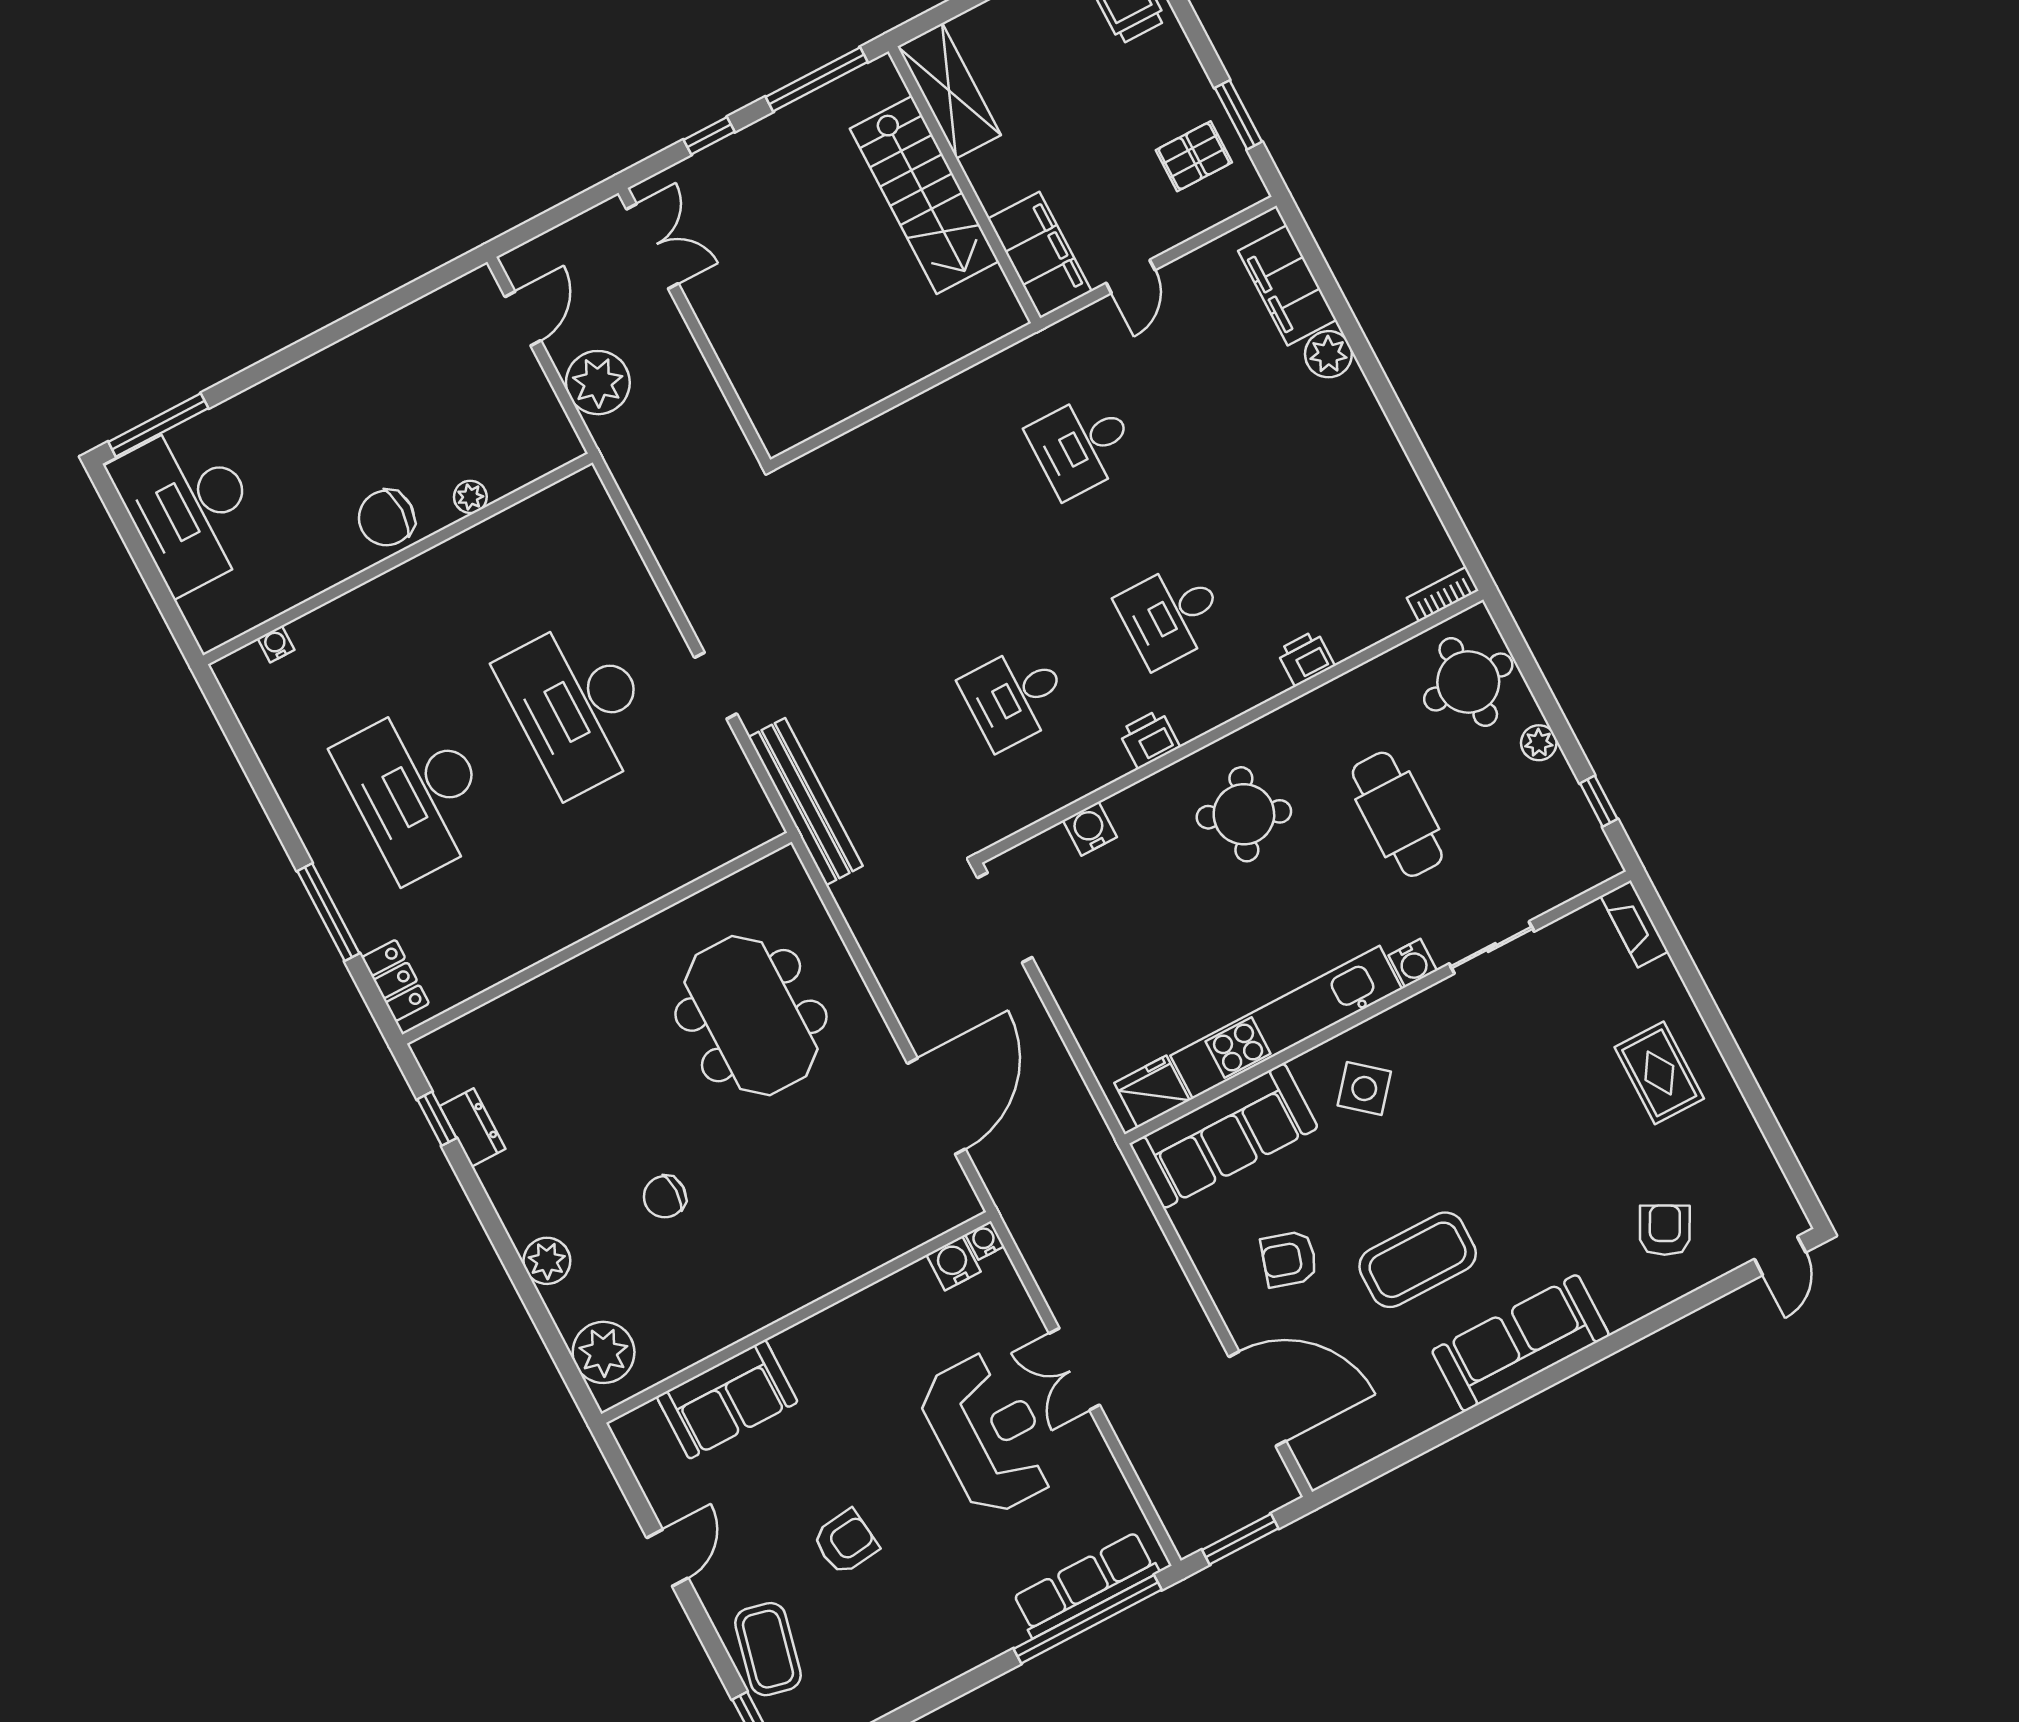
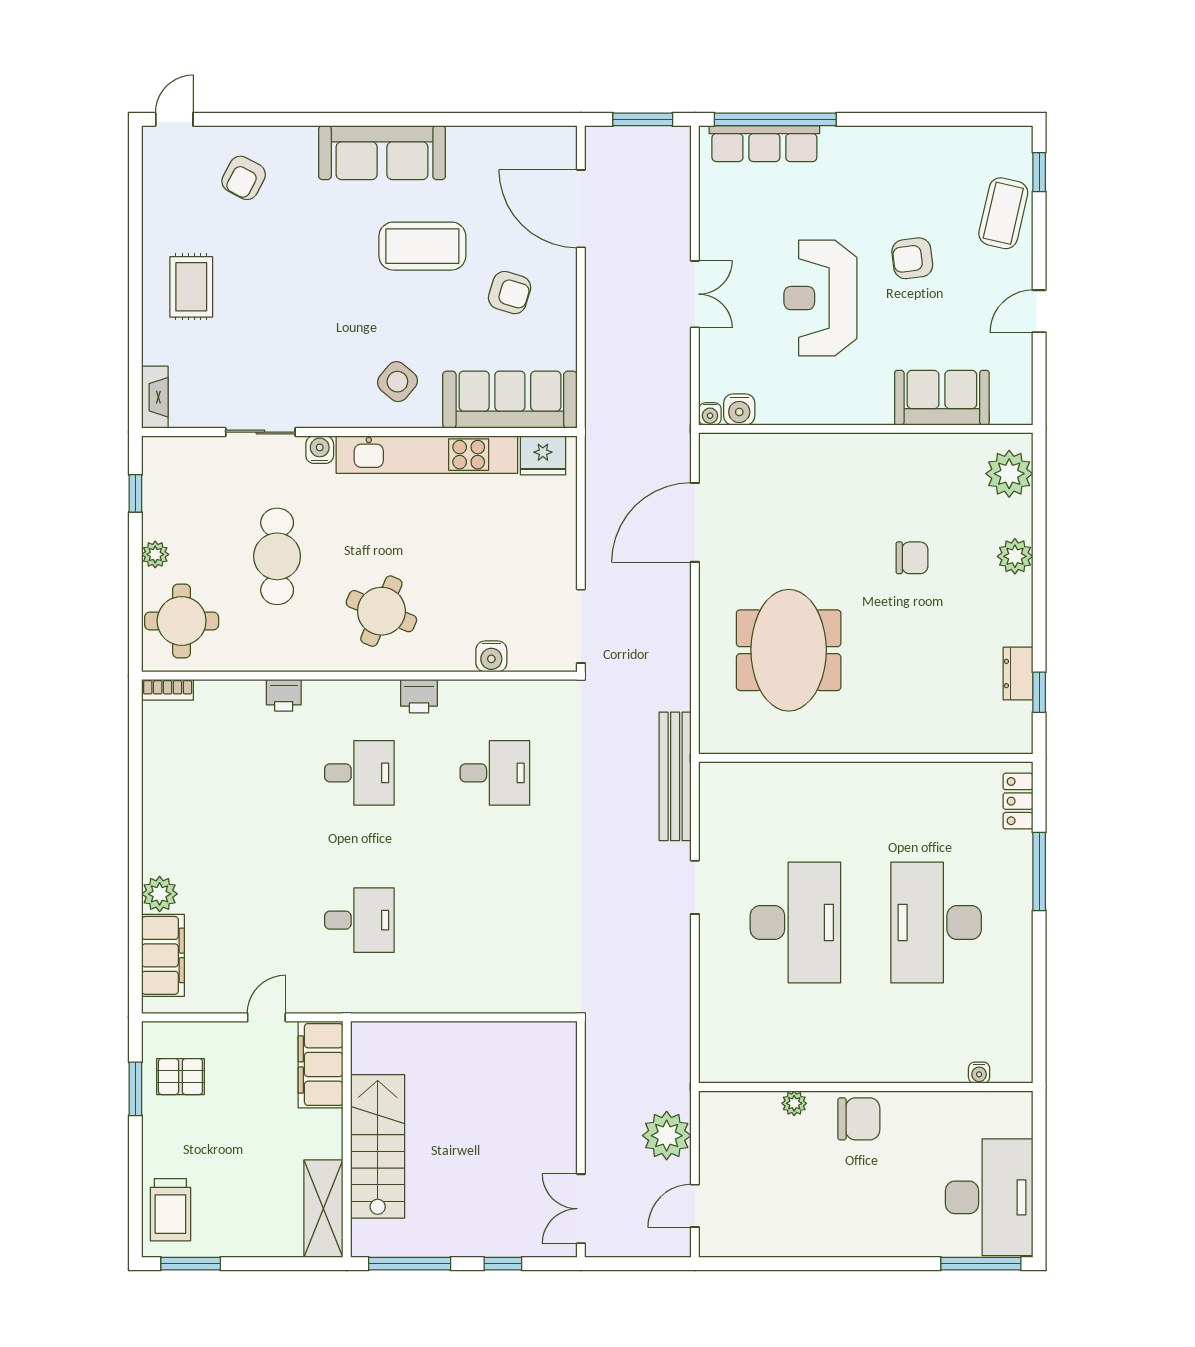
desk: (416, 791) -> (936, 922), turned 180
reception desk: (989, 1433) -> (820, 298), moved

